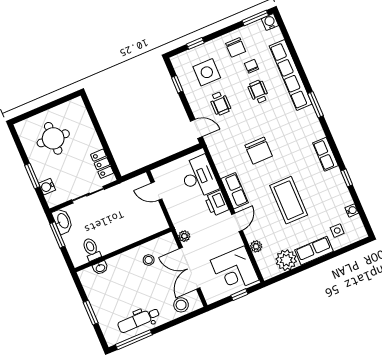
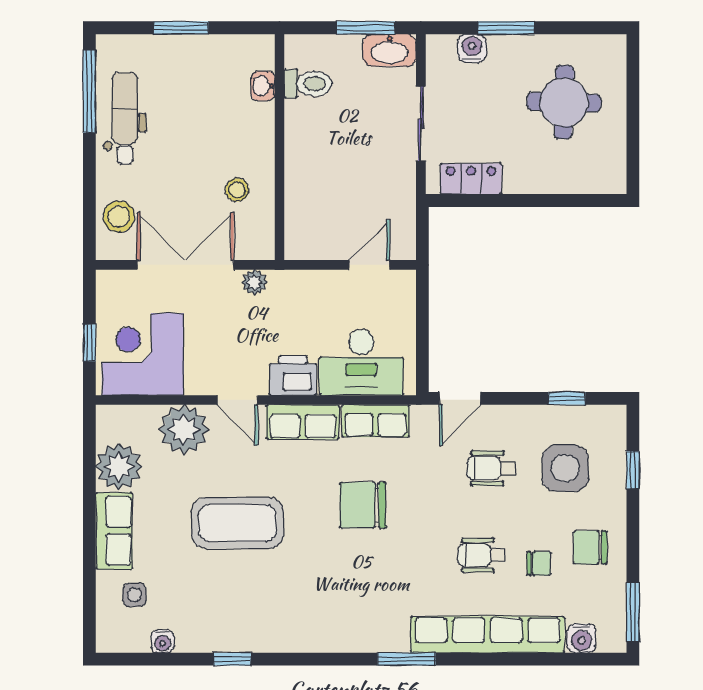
water cooler: (270, 22) -> (581, 638), moved, turned 90
wheelchair: (258, 92) -> (482, 555), turned 180
row of seats: (325, 154) -> (375, 421), moved, turned 180
plant: (256, 246) -> (184, 429), width x1.88, depth x1.88

